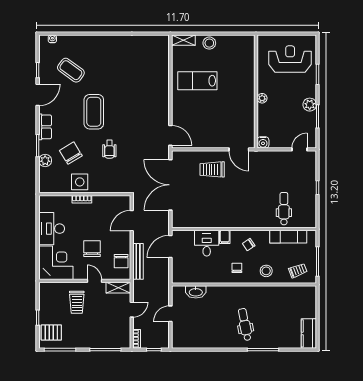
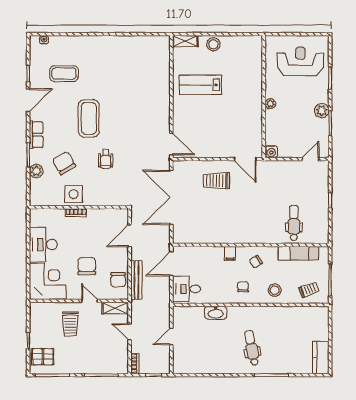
coffee table: (71, 70) -> (64, 74), turned -36
desk: (207, 243) -> (187, 289), moved, turned -90
washbasin: (196, 292) -> (216, 313), moved
door: (132, 310) -> (130, 332), swing flipped

